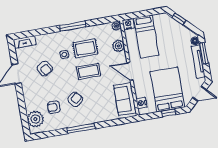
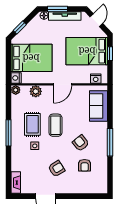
bed: (146, 37) -> (31, 58), width x1.50
armchair: (45, 69) -> (56, 169), moved
sofa: (125, 99) -> (98, 106), moved, turned 90
plant: (35, 119) -> (93, 185), removed

